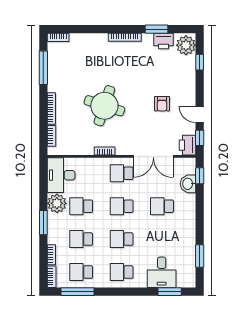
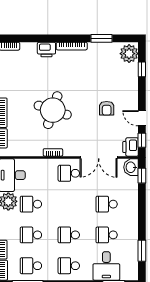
printer: (164, 41) -> (46, 50), moved
washbasin: (188, 184) -> (131, 167), moved
school desk: (122, 206) -> (107, 235), moved

